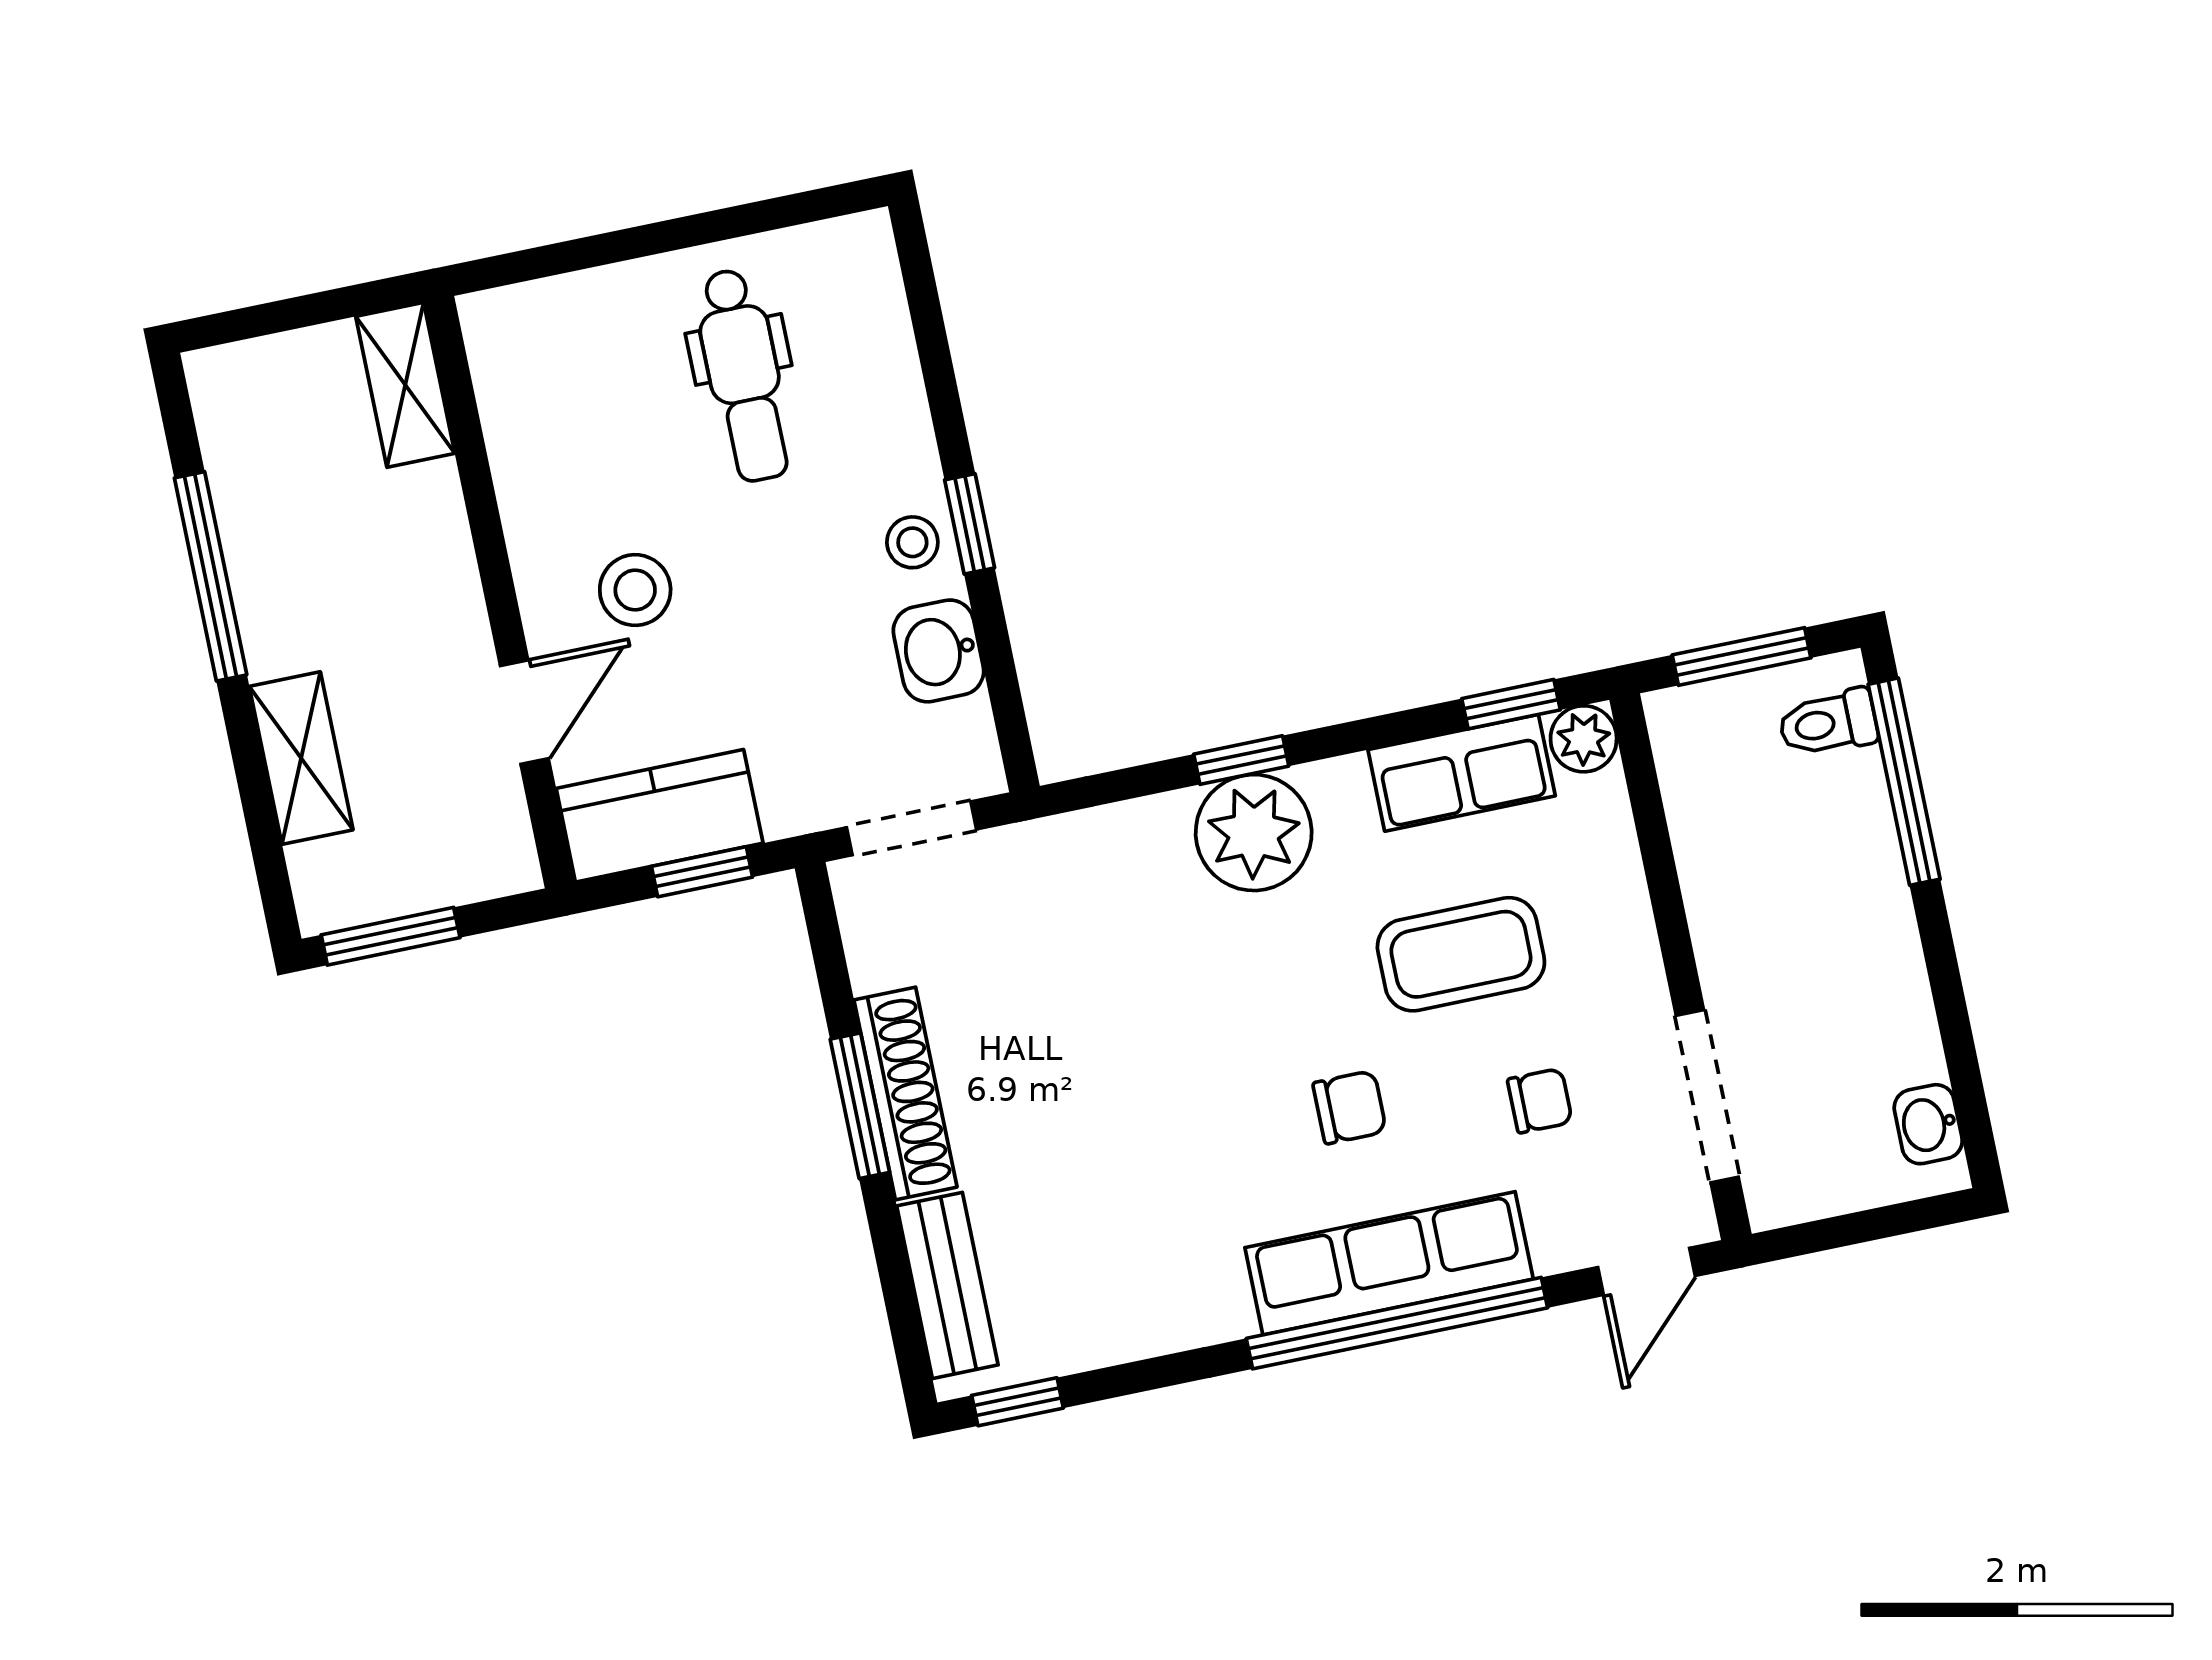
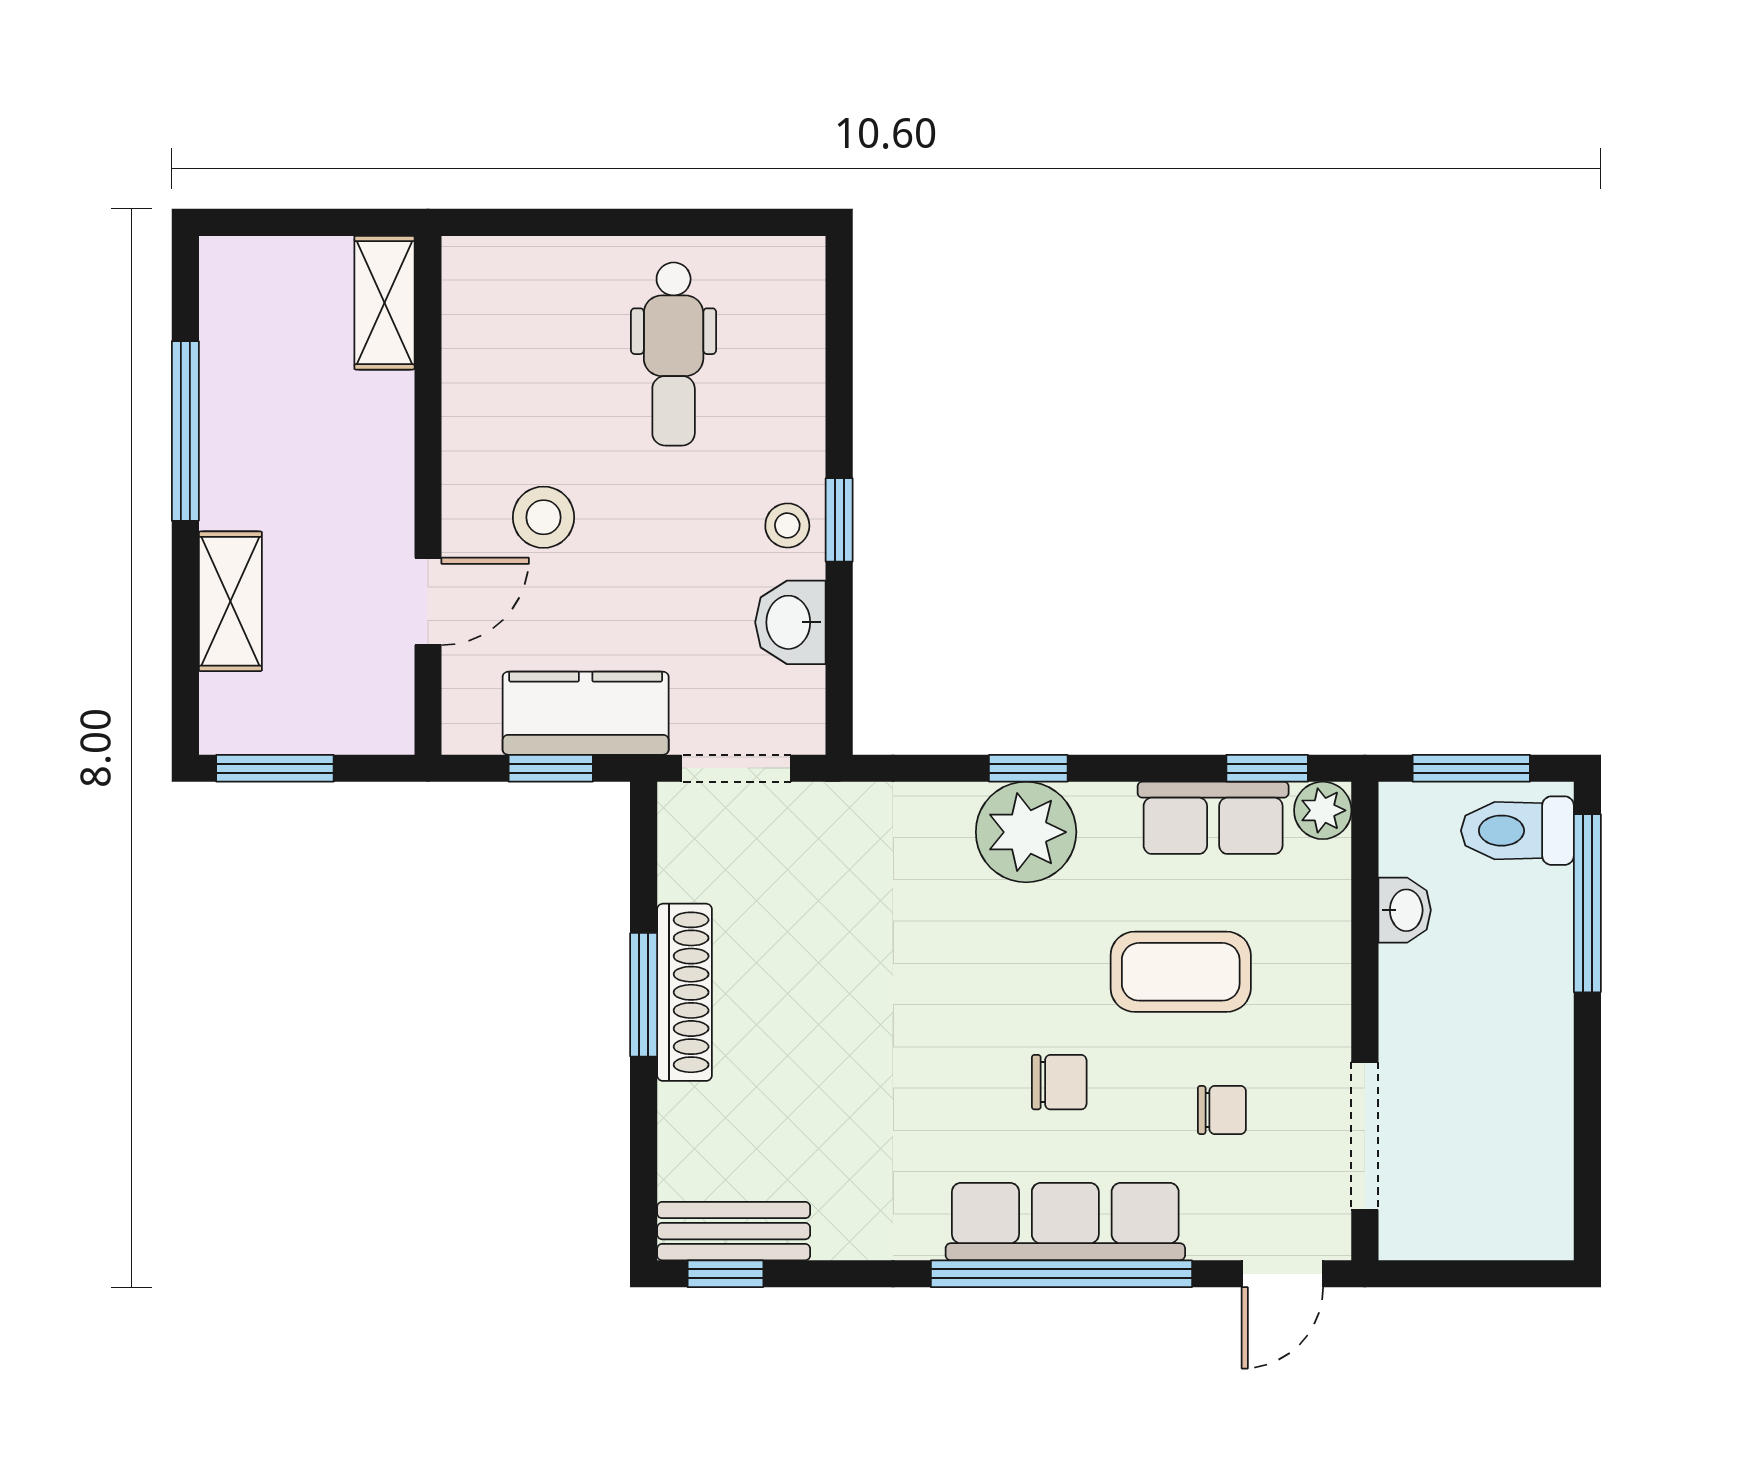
toilet: (1828, 723) -> (1517, 831), width x1.37, depth x1.39
kitchen counter: (660, 816) -> (586, 713), moved
washbasin: (1928, 1124) -> (1405, 910), moved, turned 180
bench: (947, 1285) -> (734, 1231), moved, turned 90

